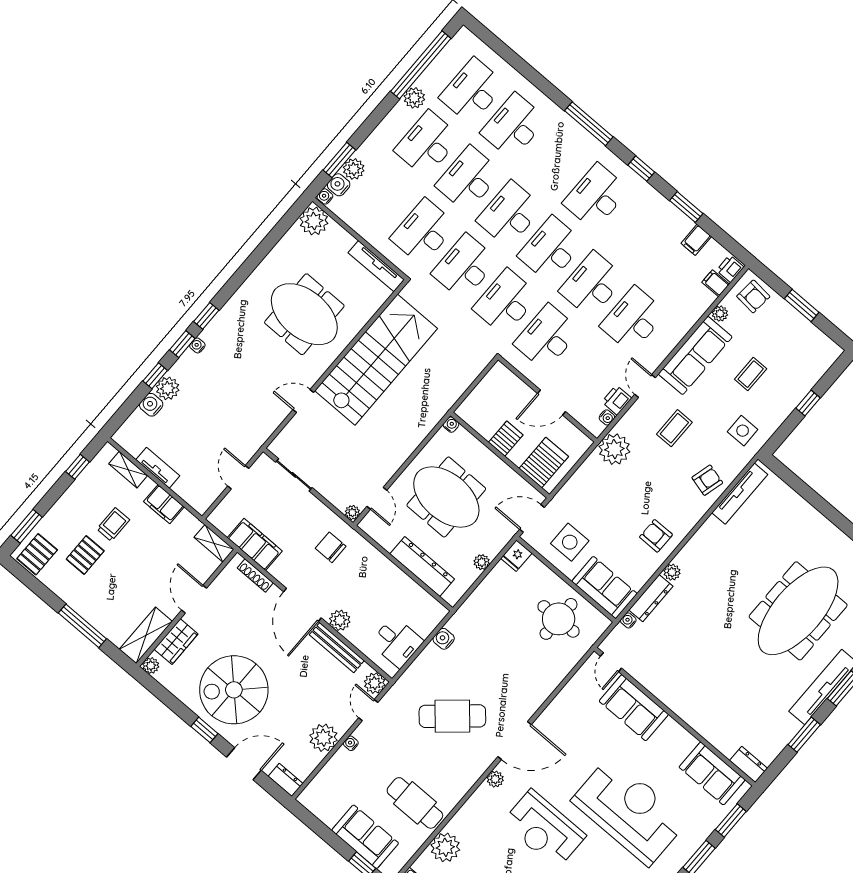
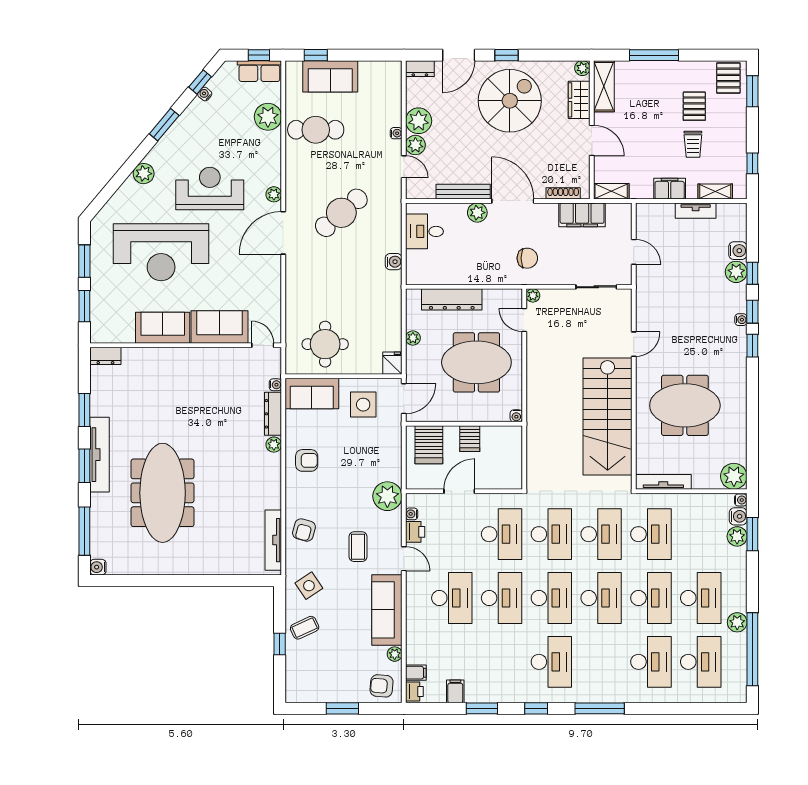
coffee table: (751, 374) -> (305, 628), moved, turned 65
side table: (743, 431) -> (309, 586), turned -34
plant: (375, 683) -> (415, 145), moved
sofa: (712, 773) -> (163, 328), moved

